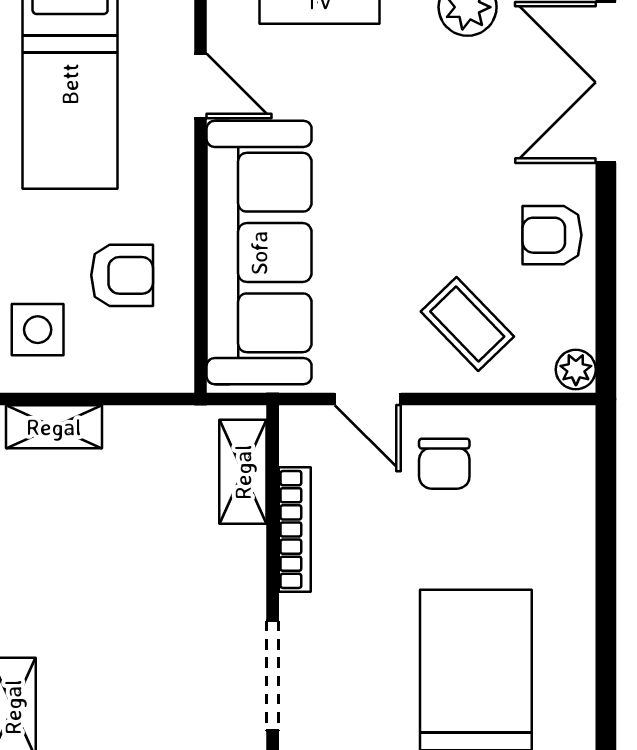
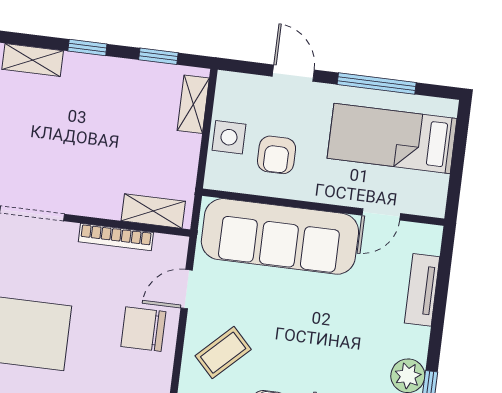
side table: (38, 330) -> (229, 137), moved
chair: (444, 464) -> (143, 329), width x1.37, depth x1.37

